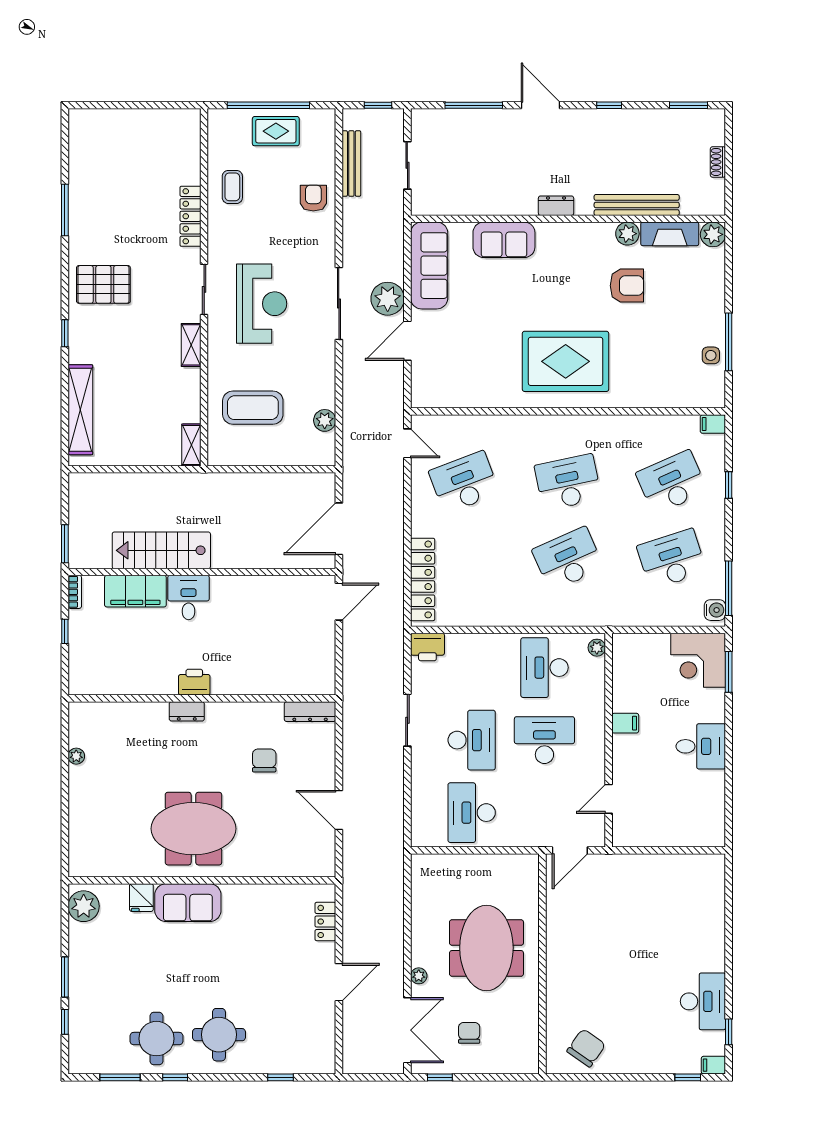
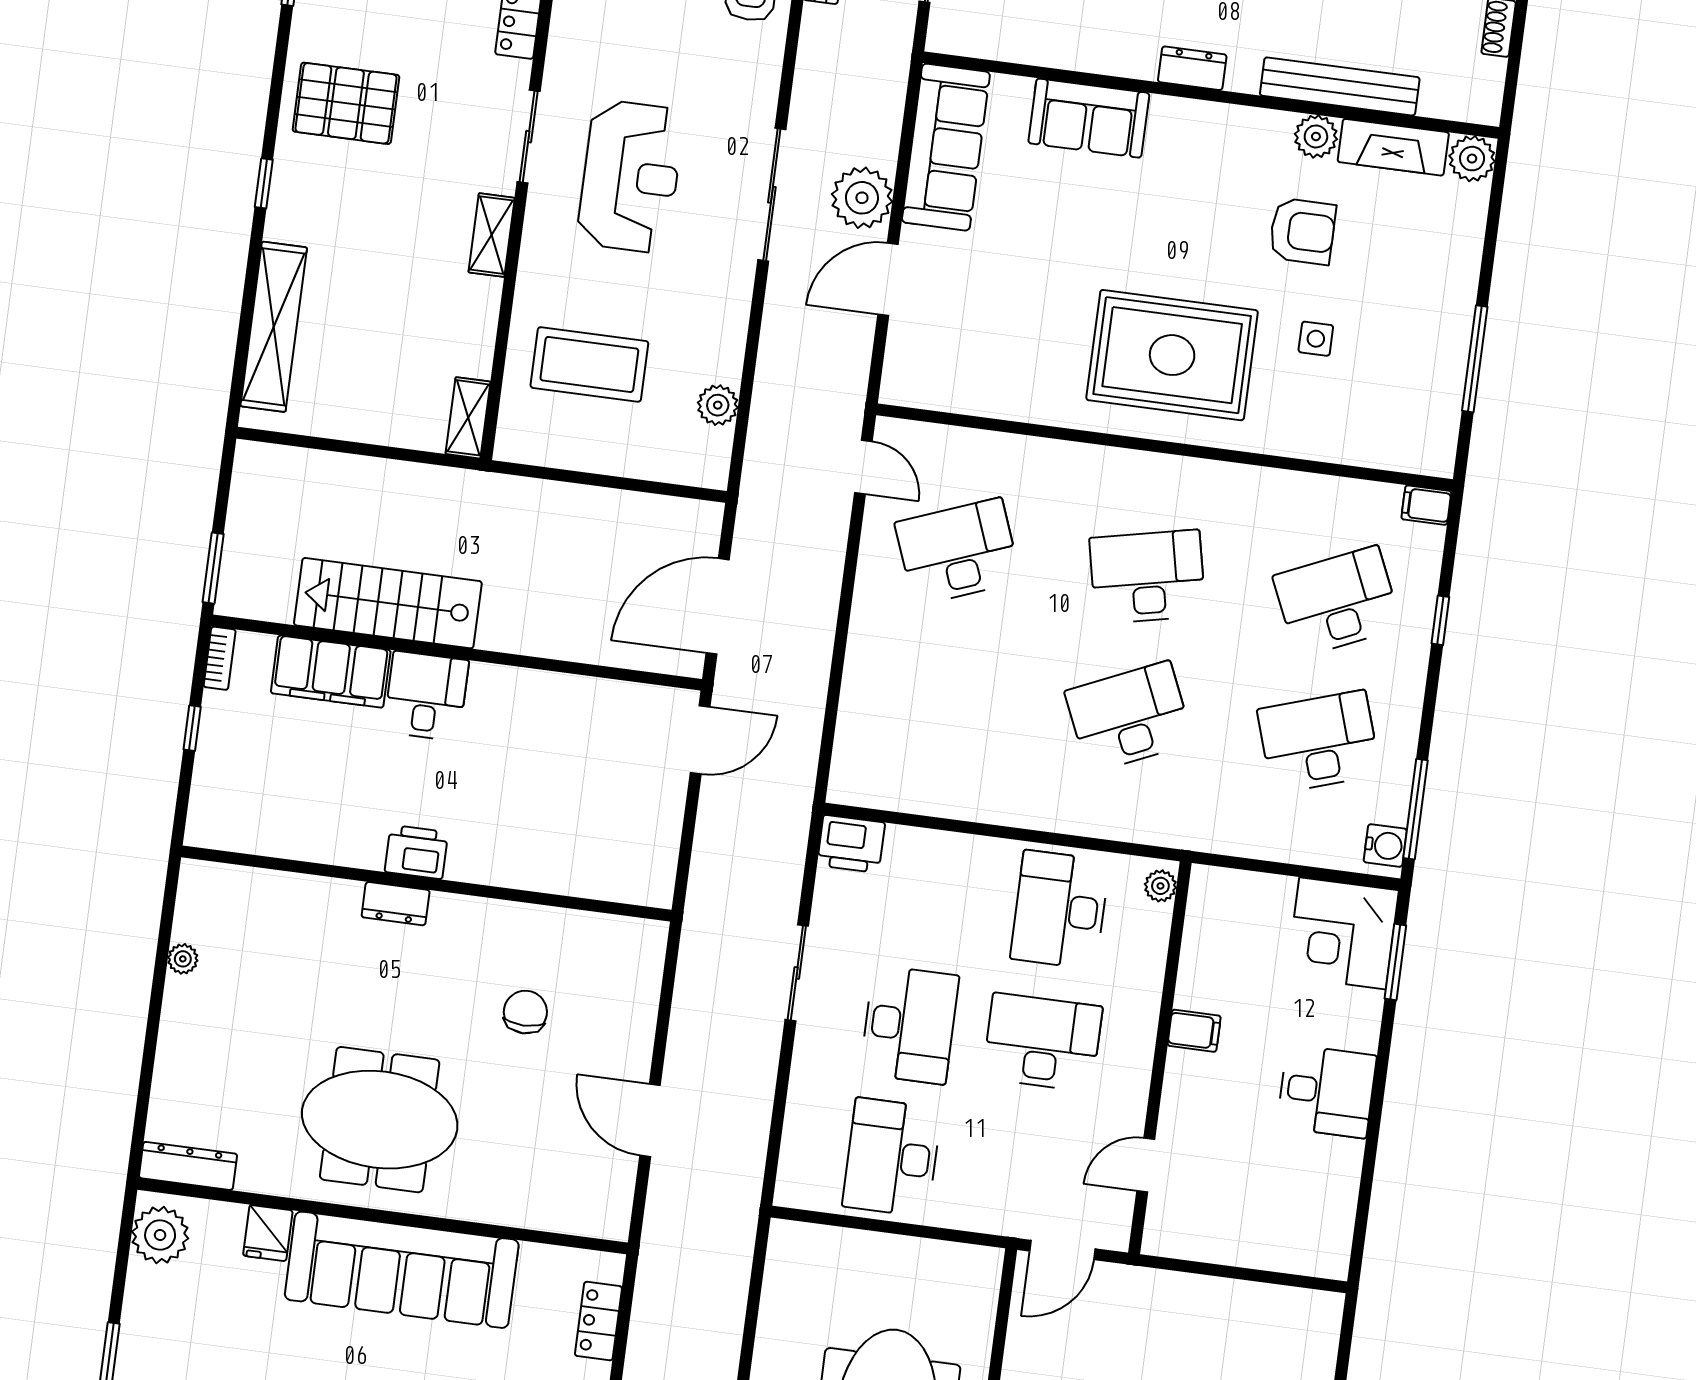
side table: (711, 355) -> (1316, 339), moved
locker: (423, 579) -> (858, 719), removed
dresser: (310, 712) -> (188, 1166), moved, turned 180
sofa: (188, 903) -> (402, 1270), width x1.85, depth x1.27

